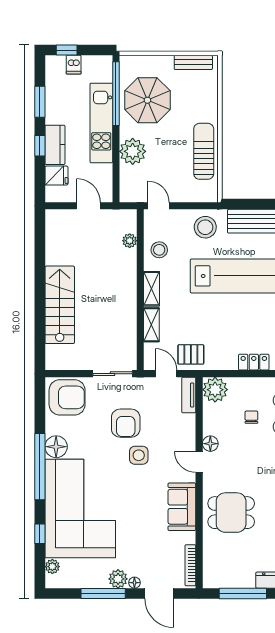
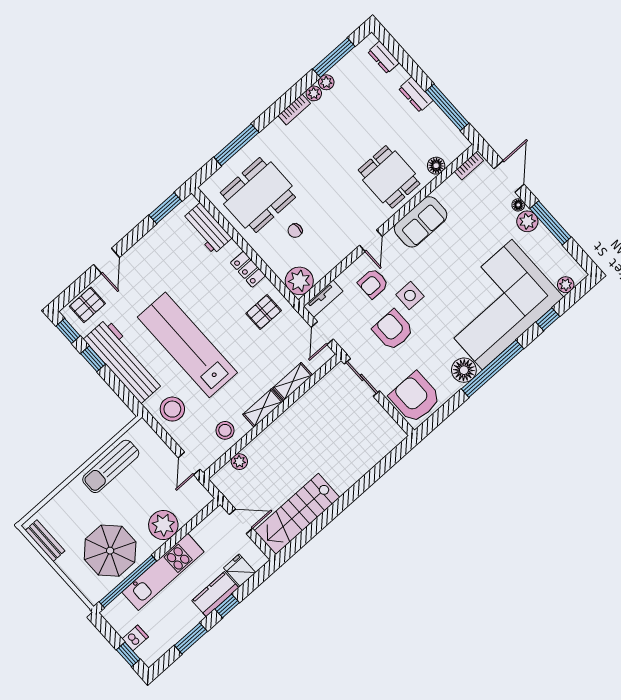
door: (89, 206) -> (241, 521), swing flipped
stairs: (60, 305) -> (297, 514), moved
pallet: (191, 354) -> (264, 312), moved, turned 90
armchair: (126, 423) -> (393, 330), turned -90
armchair: (169, 438) -> (373, 283), added
floor lamp: (210, 444) -> (436, 166), moved
bookcase: (190, 565) -> (469, 166), width x0.64

